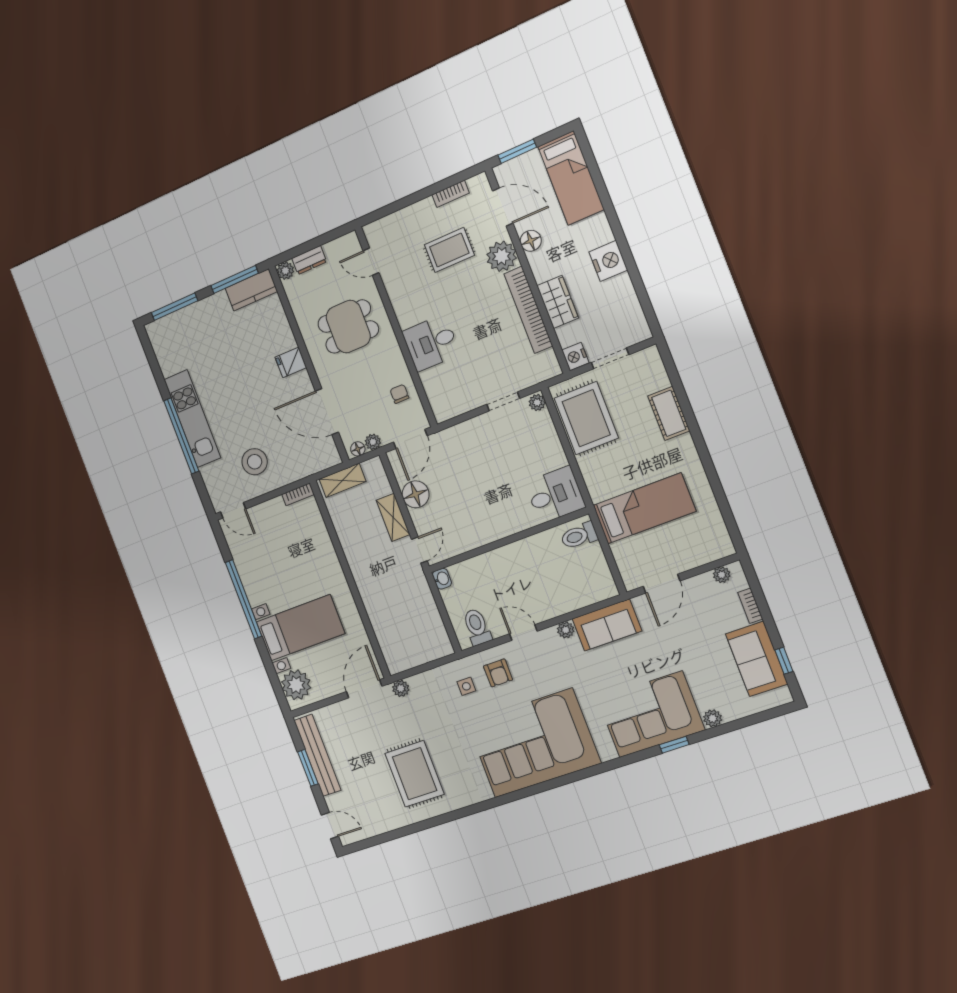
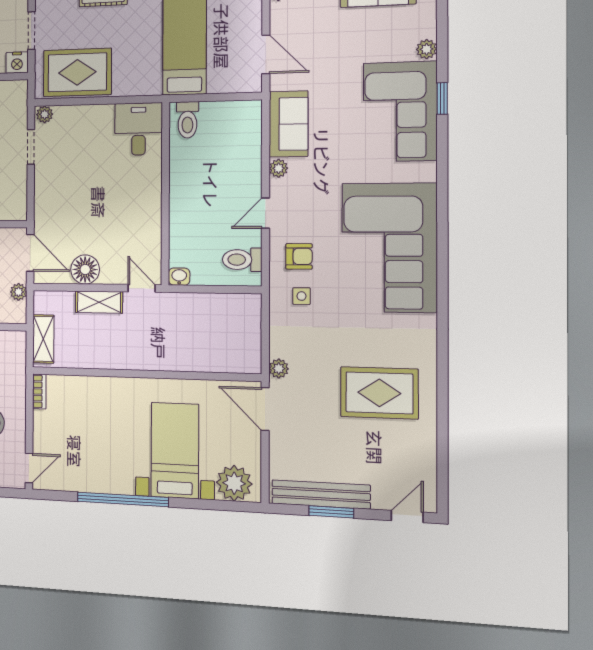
floor lamp: (358, 449) -> (19, 310), removed

